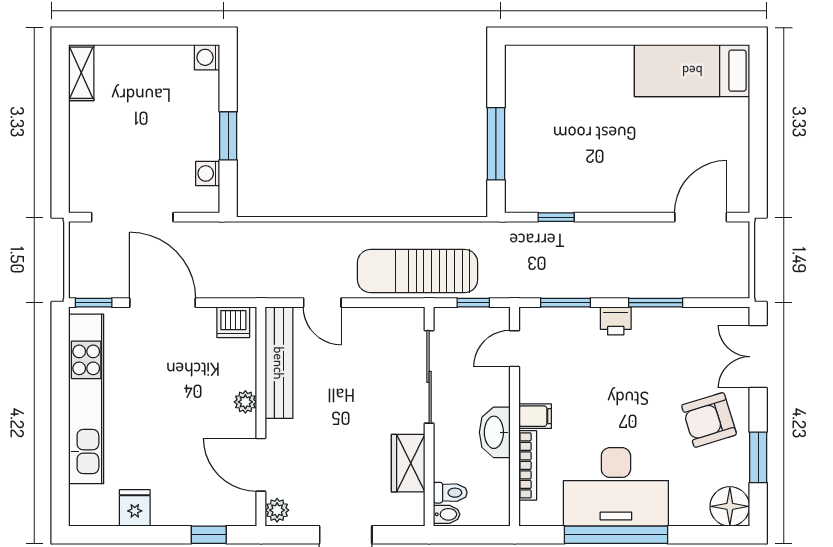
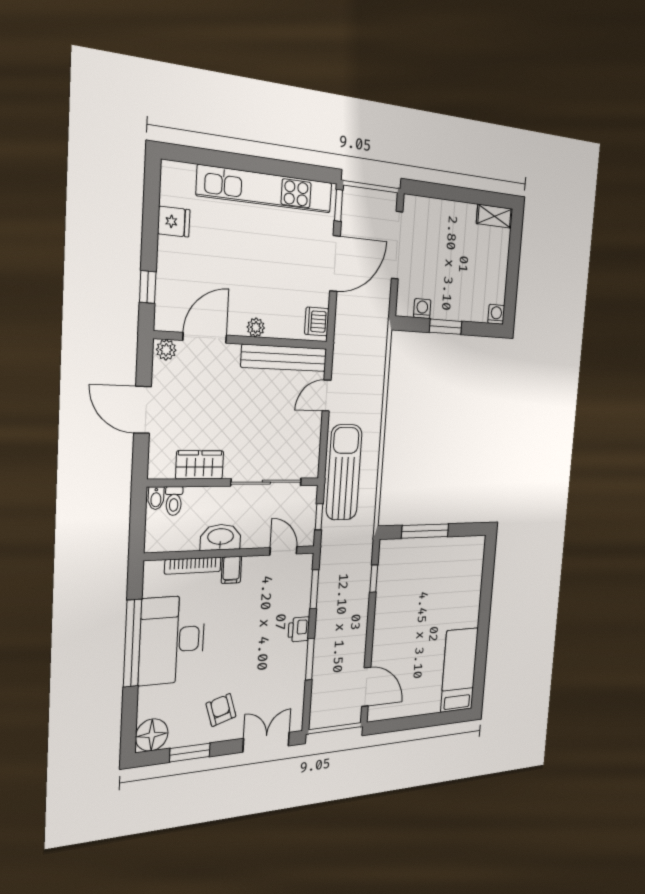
armchair: (709, 420) -> (221, 710), width x0.72, depth x0.72

